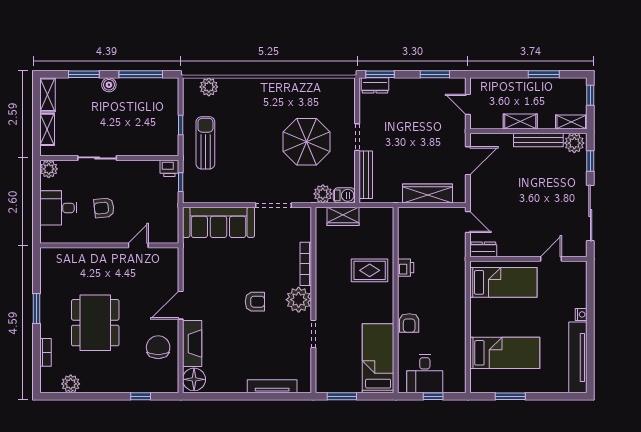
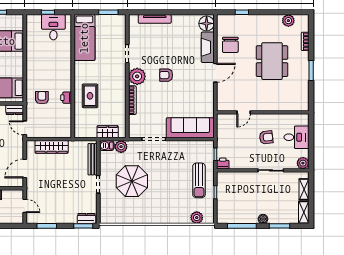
rug: (370, 270) -> (90, 96), turned 90
armchair: (409, 323) -> (42, 98), moved

